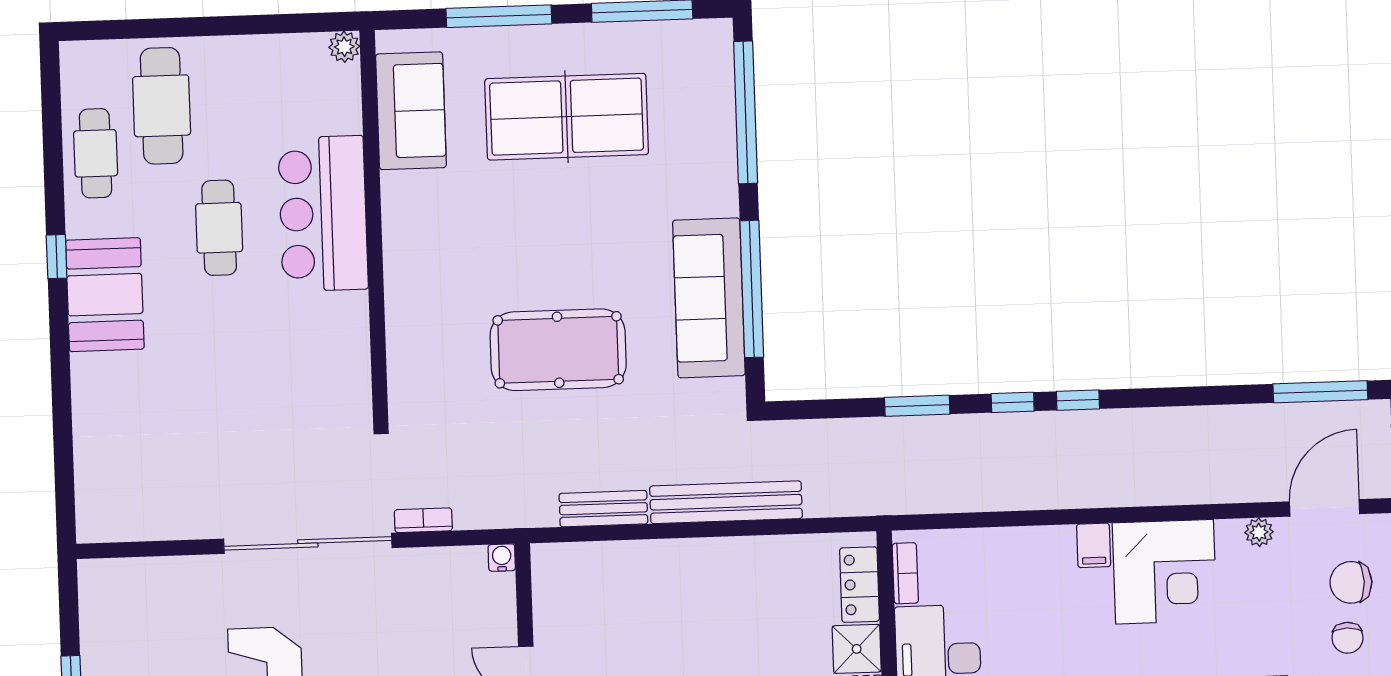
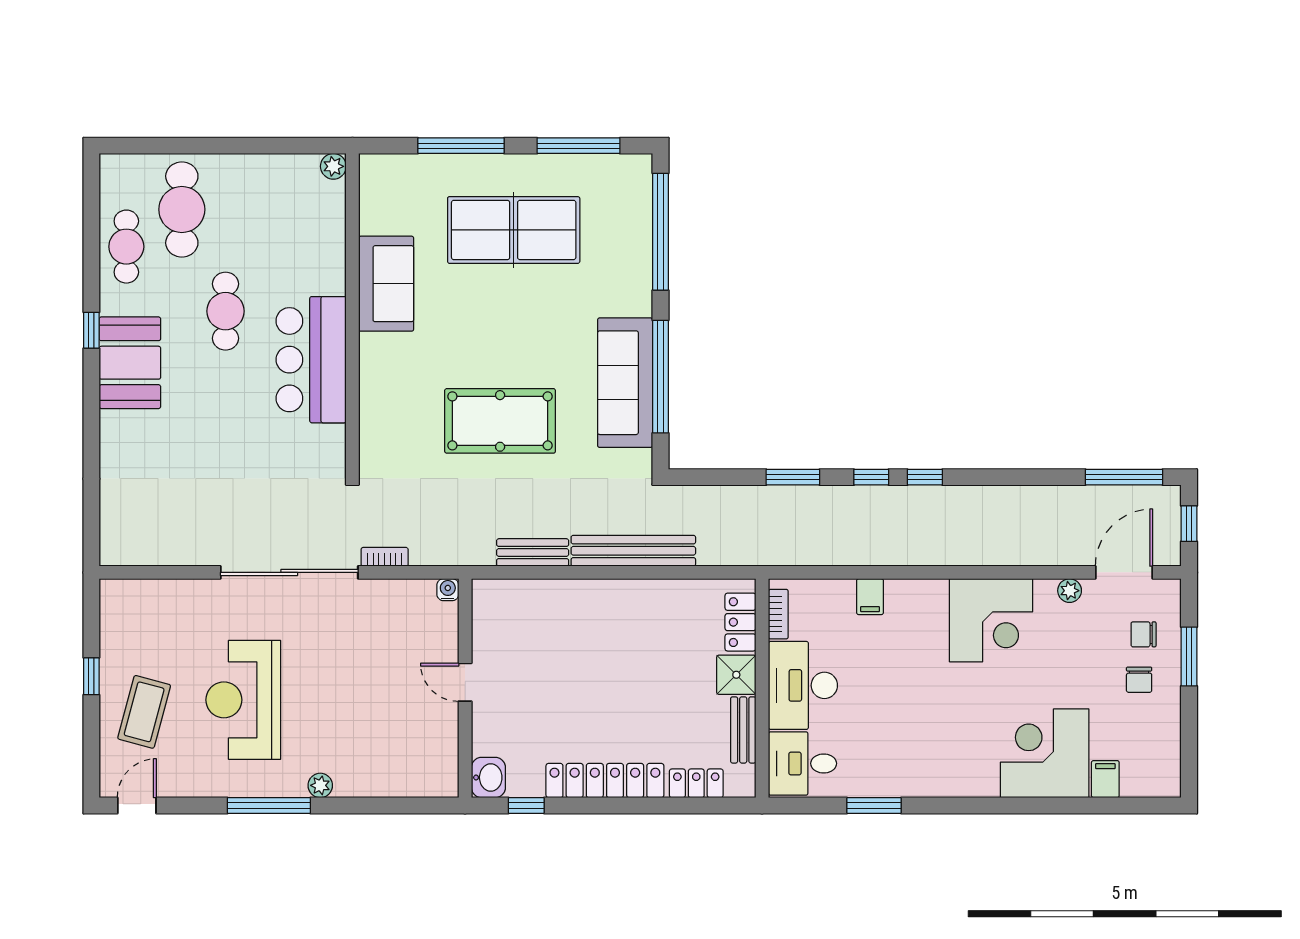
sofa: (411, 111) -> (386, 284), moved
bar counter: (323, 214) -> (311, 360), moved
filing cabinet: (1094, 545) -> (870, 597), moved
chair: (1351, 582) -> (1144, 634), width x0.73, depth x0.73

